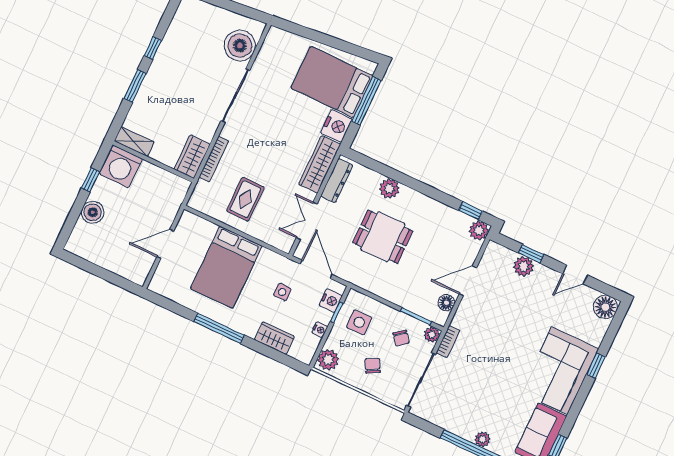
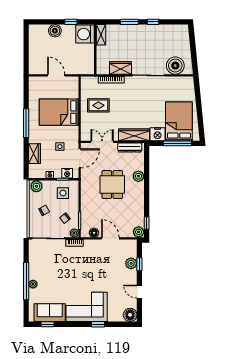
wardrobe: (192, 157) -> (120, 68), moved

